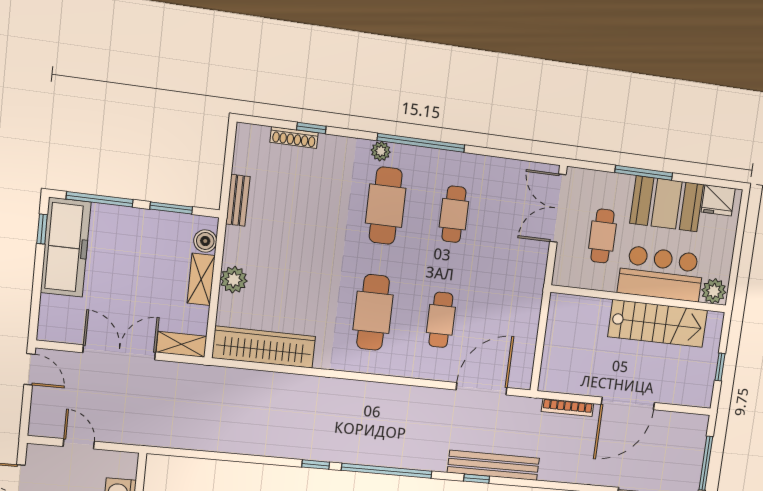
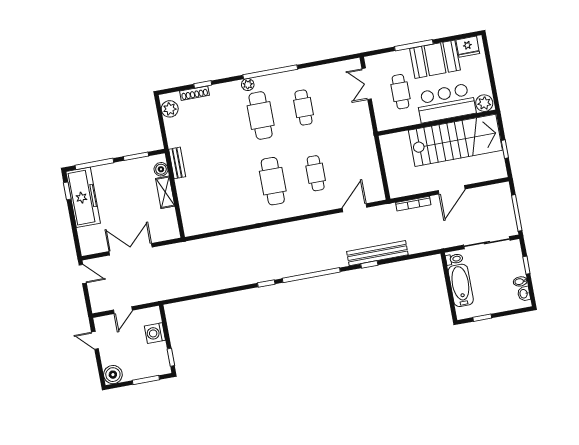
bench: (238, 200) -> (177, 163), moved
double door: (558, 208) -> (367, 84), width x0.73
plant: (234, 280) -> (170, 109), moved
stairs: (658, 323) -> (455, 140), width x1.36, depth x1.51
shelving: (181, 344) -> (165, 234), removed
wardrobe: (264, 347) -> (214, 221), removed
door: (482, 389) -> (355, 208), width x0.73
door: (628, 403) -> (452, 190), width x0.73
door: (79, 444) -> (123, 310), swing flipped

